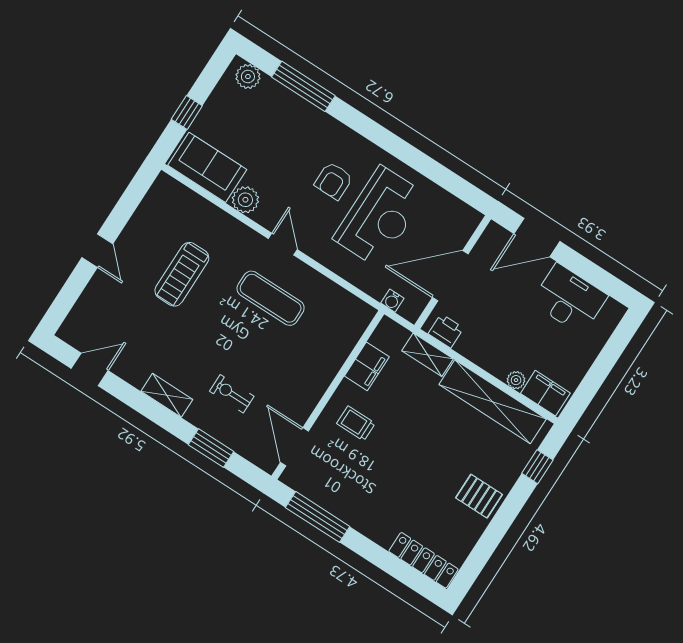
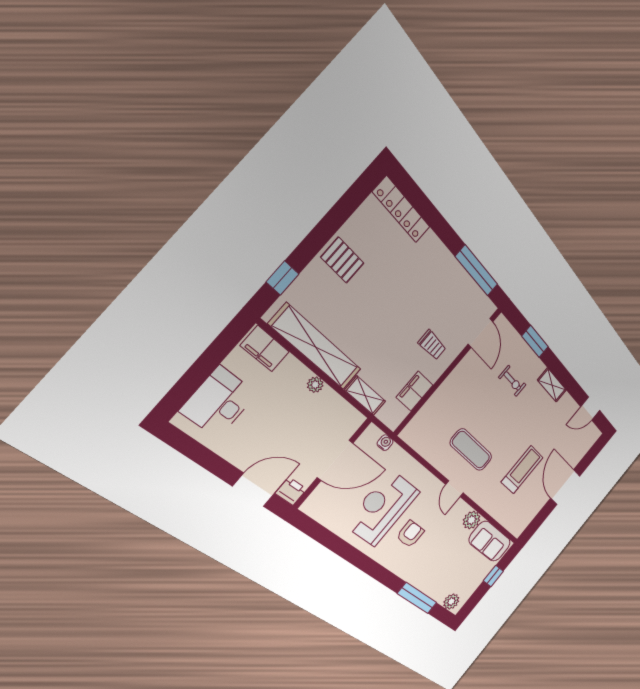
door: (97, 251) -> (565, 487), width x1.88
desk: (569, 299) -> (219, 402), moved, turned 90
printer: (446, 331) -> (291, 491), moved, turned 180
plant: (516, 380) -> (315, 385), moved

